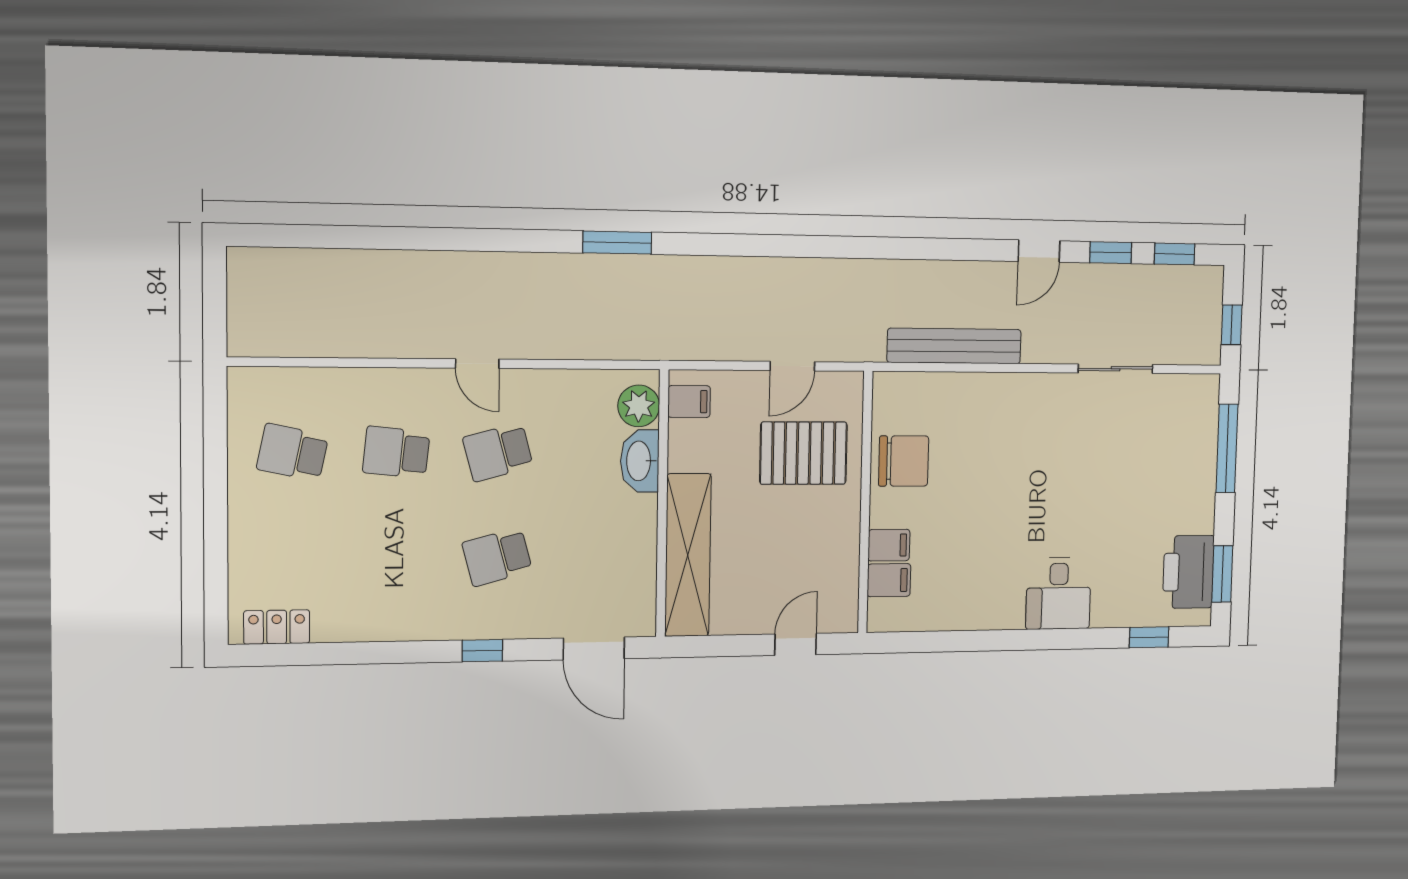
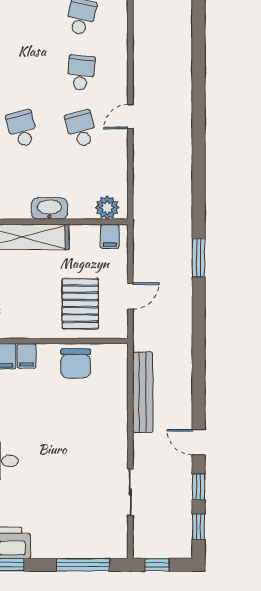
window: (617, 243) -> (199, 258), moved
door: (792, 366) -> (130, 296), swing flipped
washbasin: (640, 461) -> (49, 209), moved

